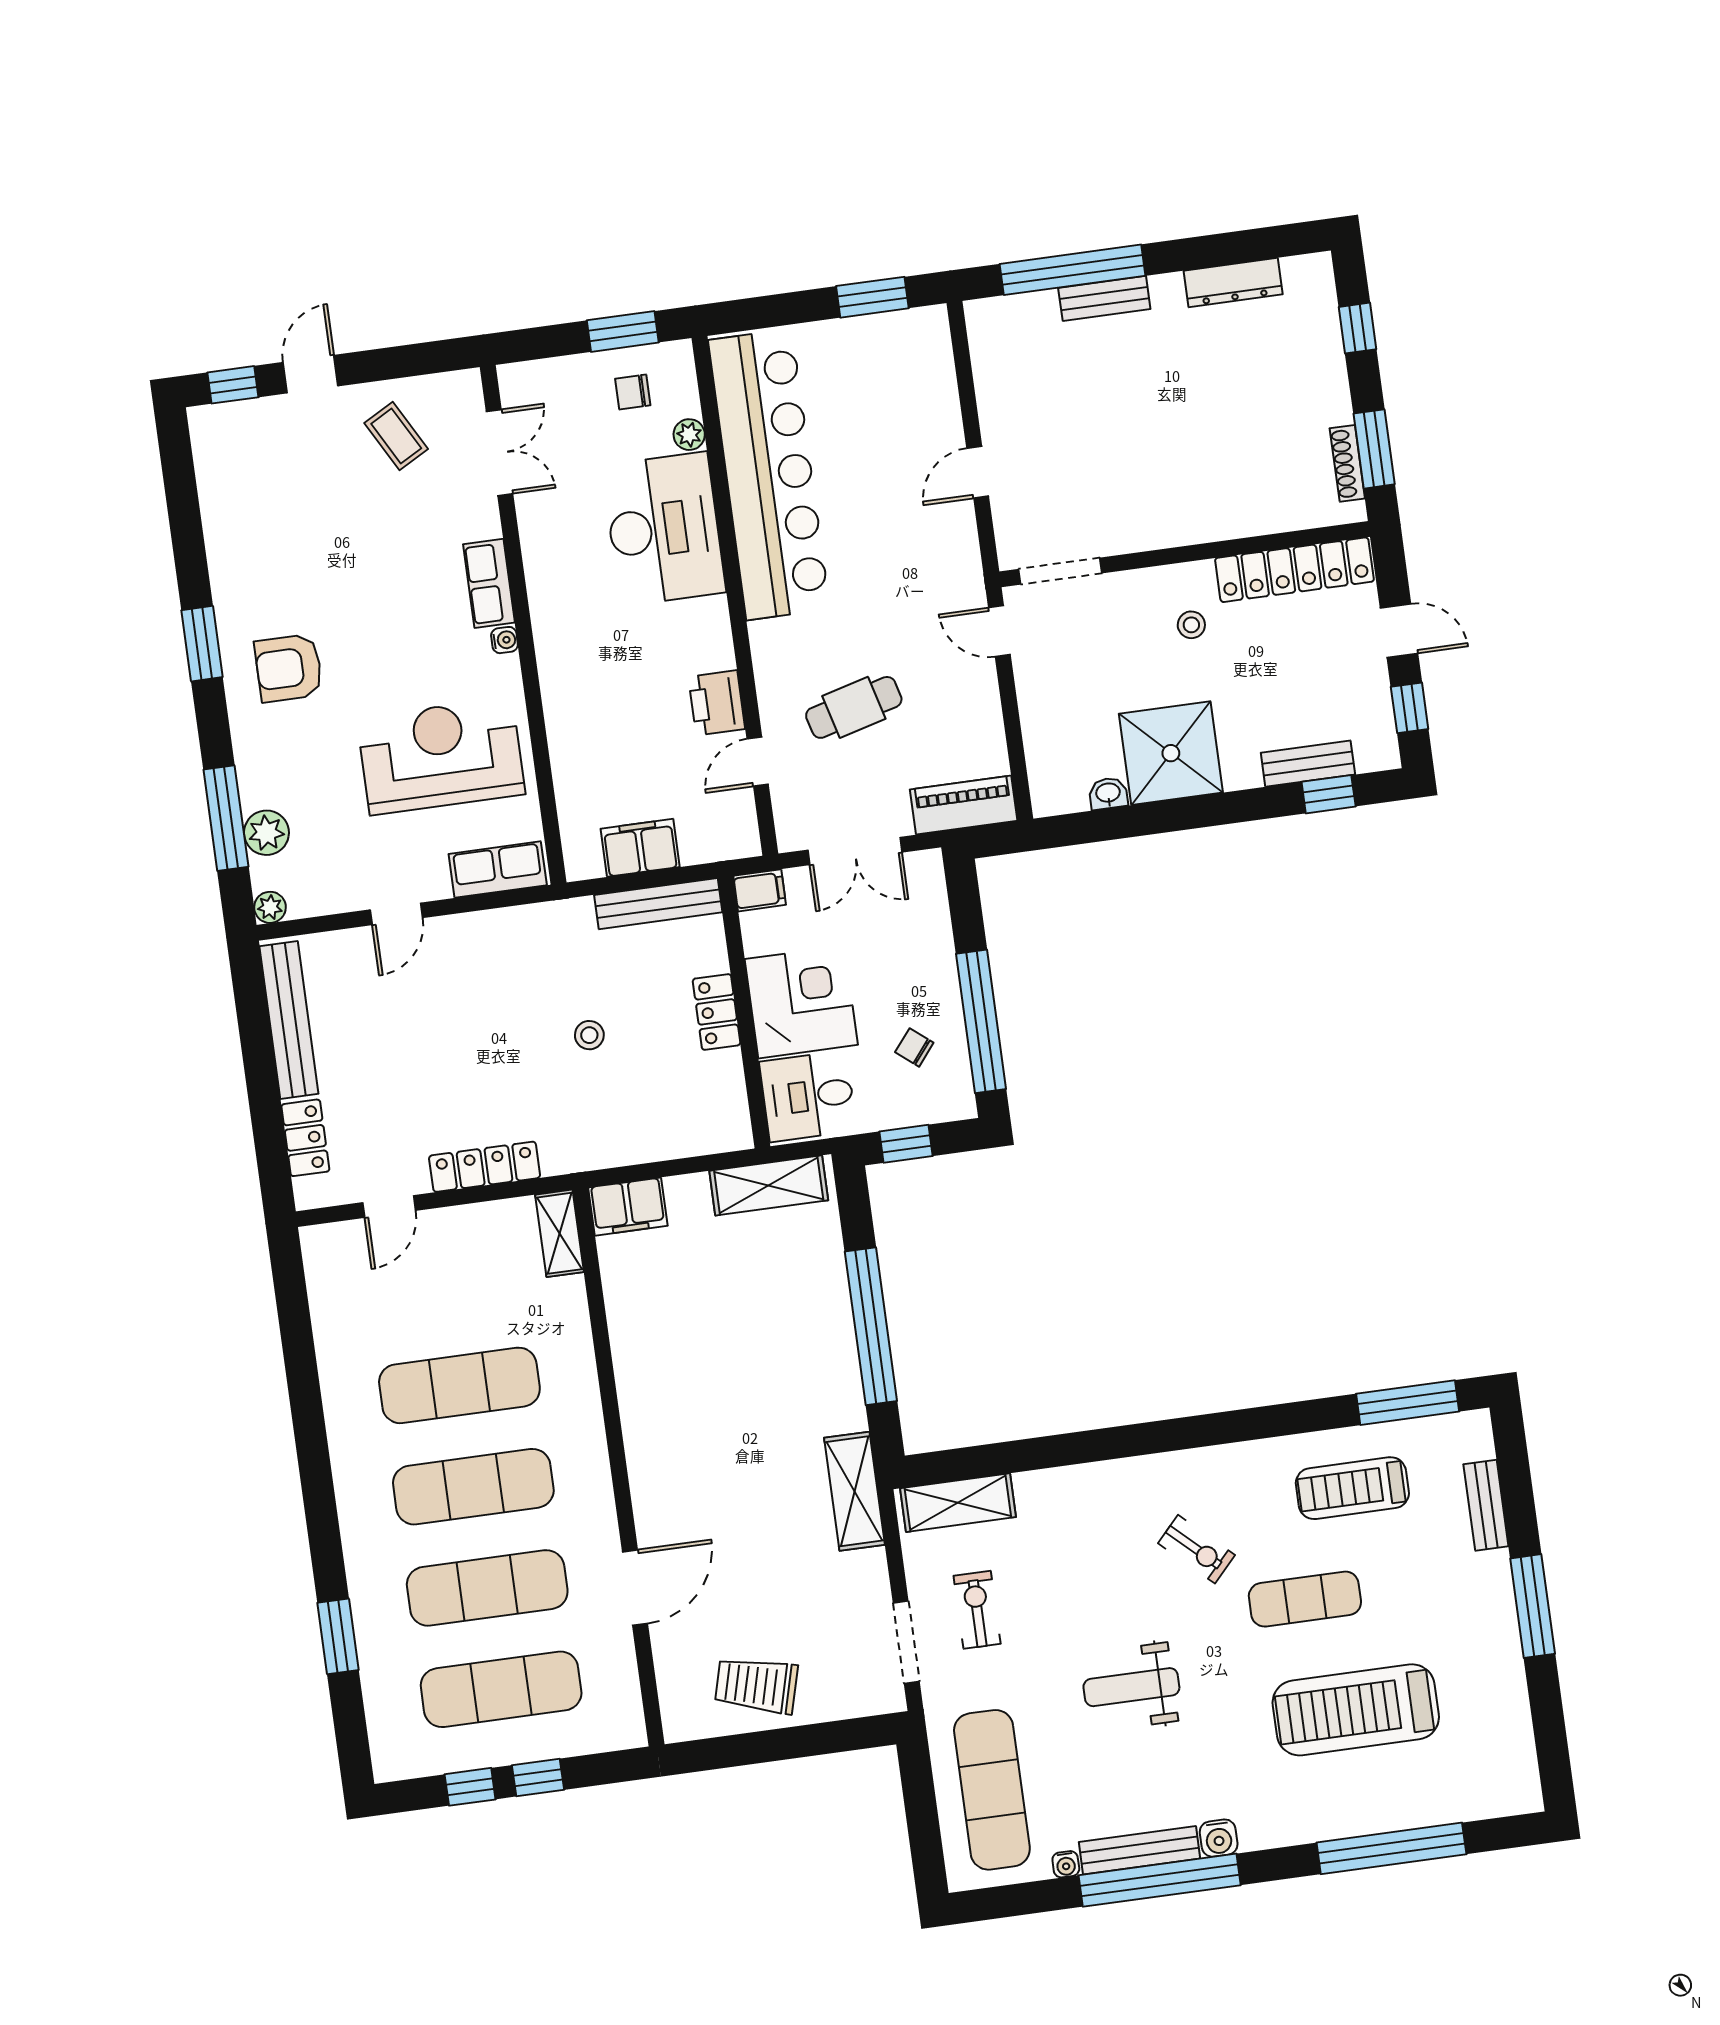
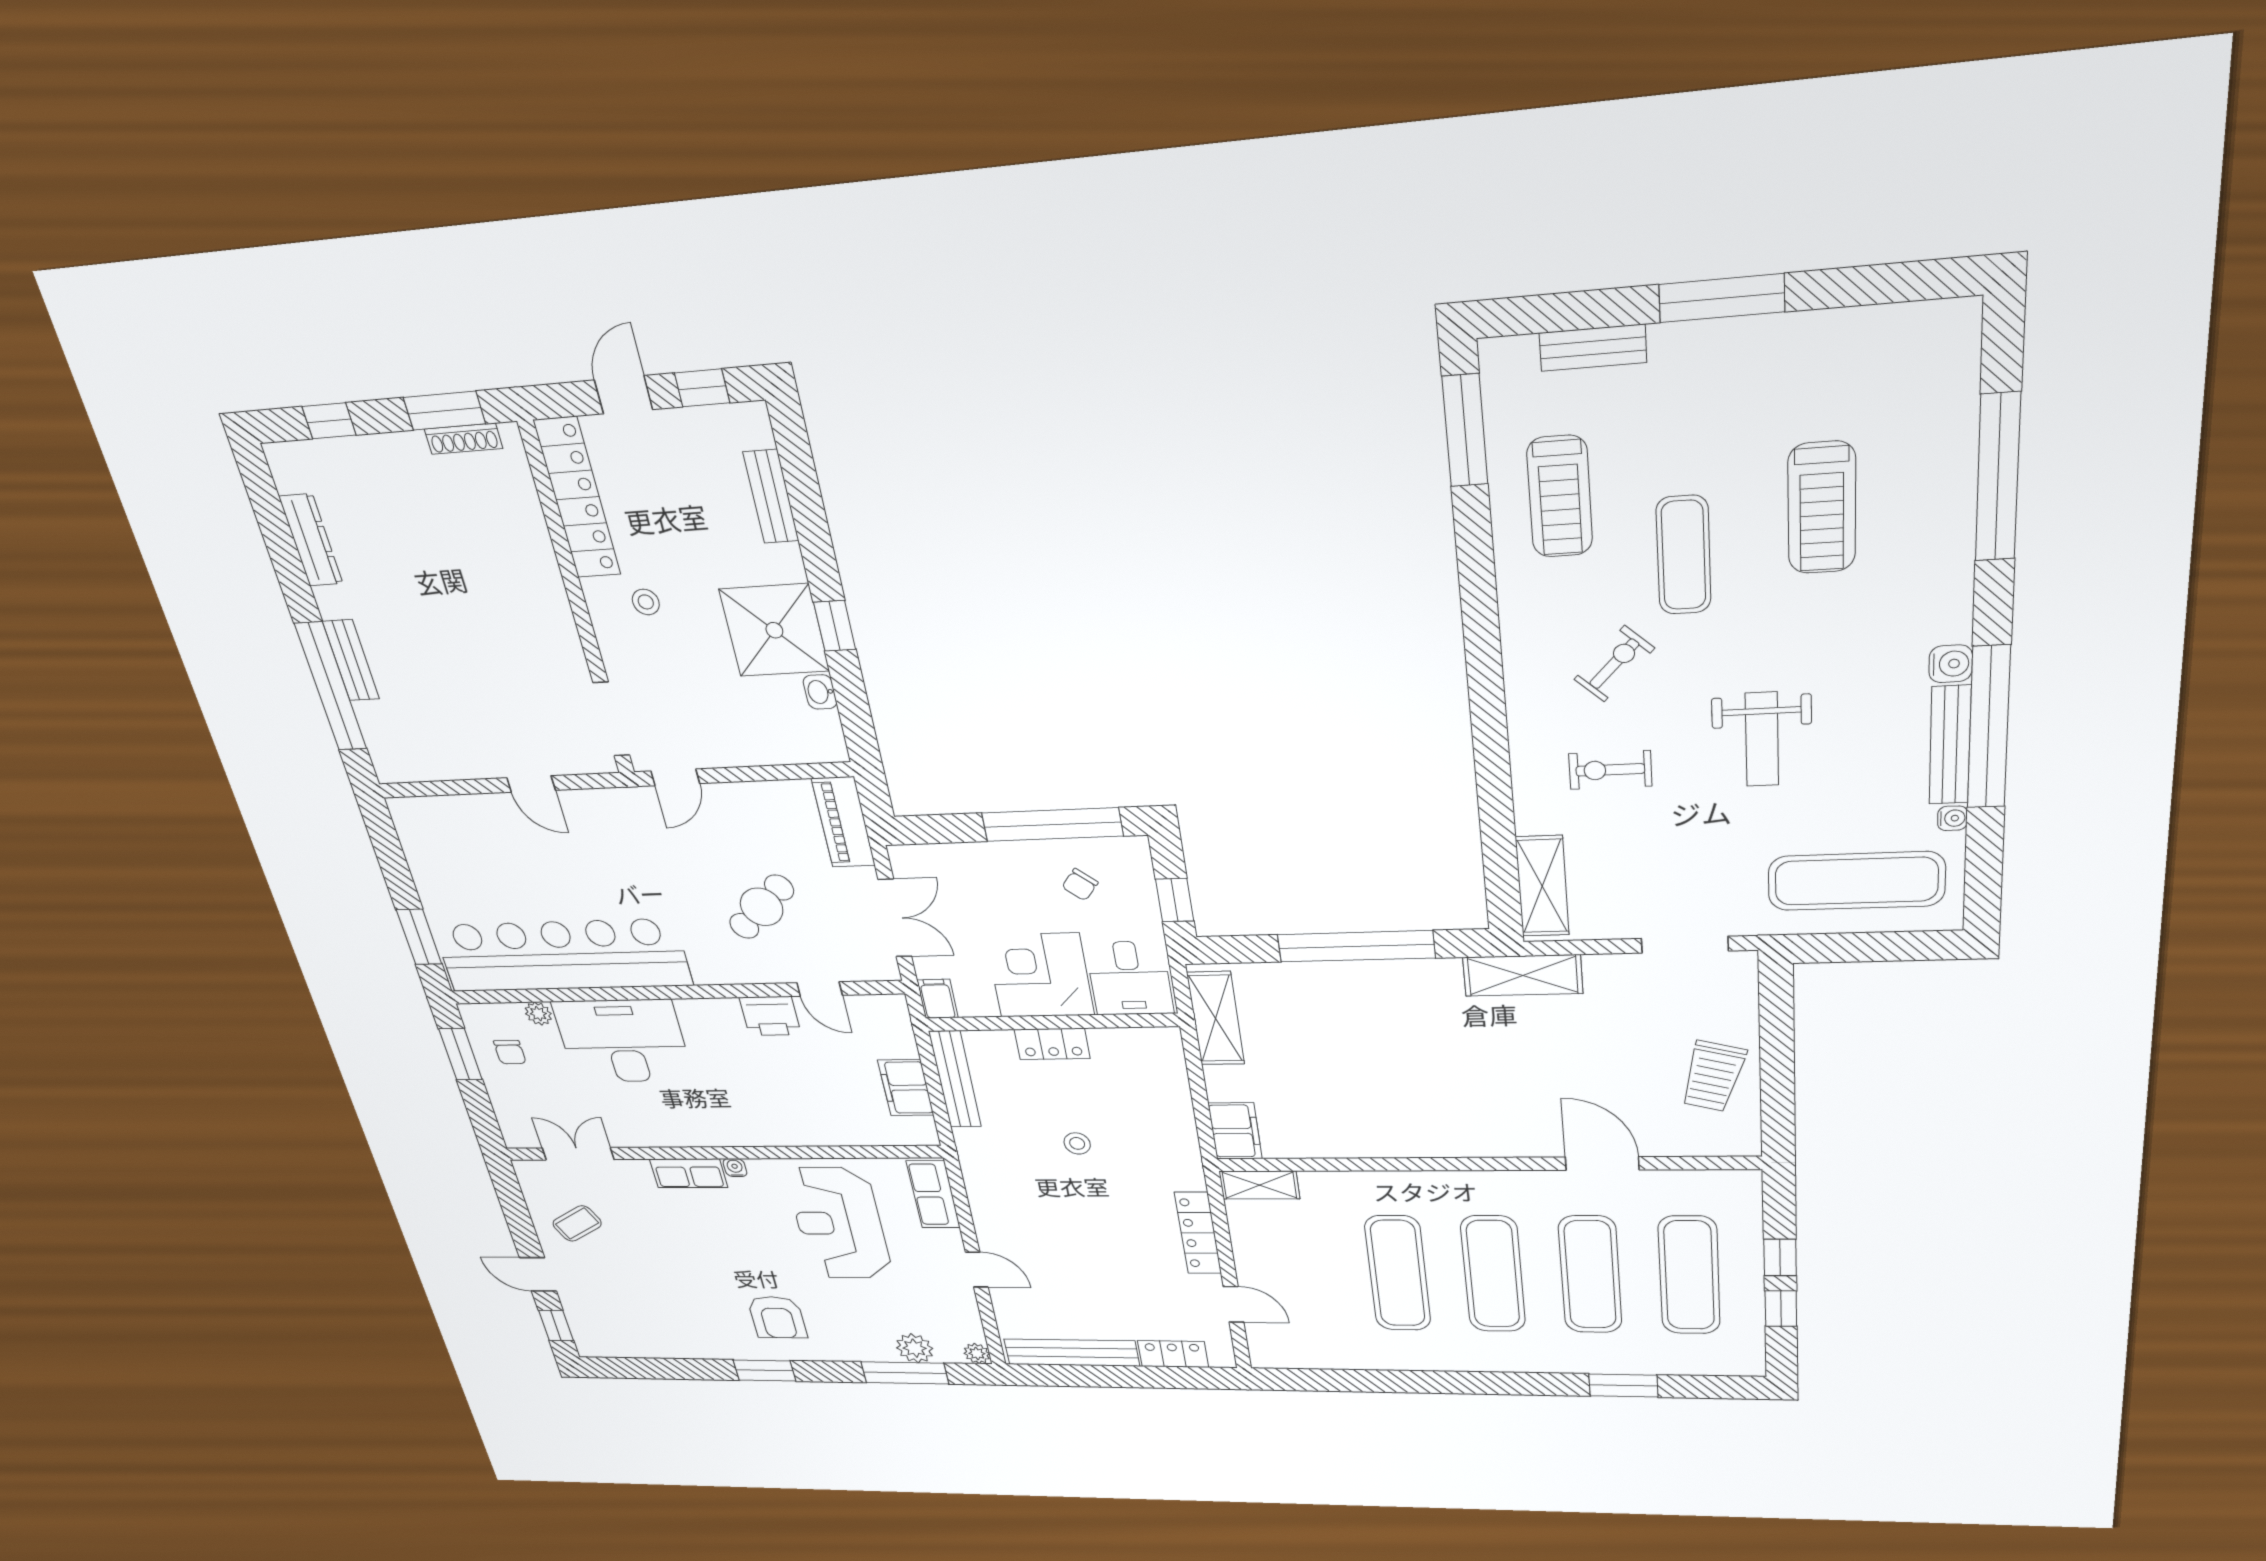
window: (872, 297) -> (419, 937), moved
cafe table: (854, 707) -> (762, 907), turned 63
window: (1329, 794) -> (835, 626), moved
exercise bike: (977, 1610) -> (1610, 770), moved
treadmill: (1356, 1710) -> (1822, 508), width x0.73, depth x0.73

